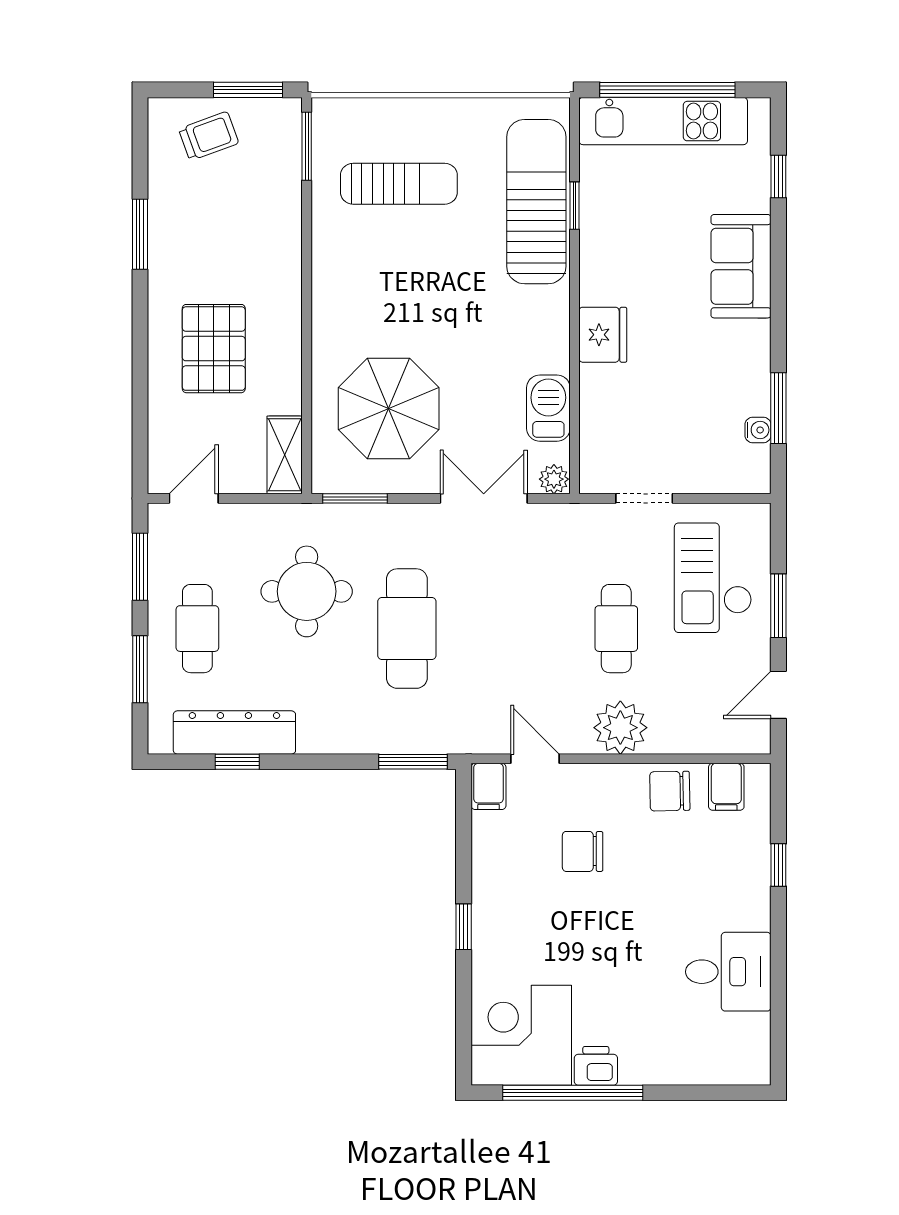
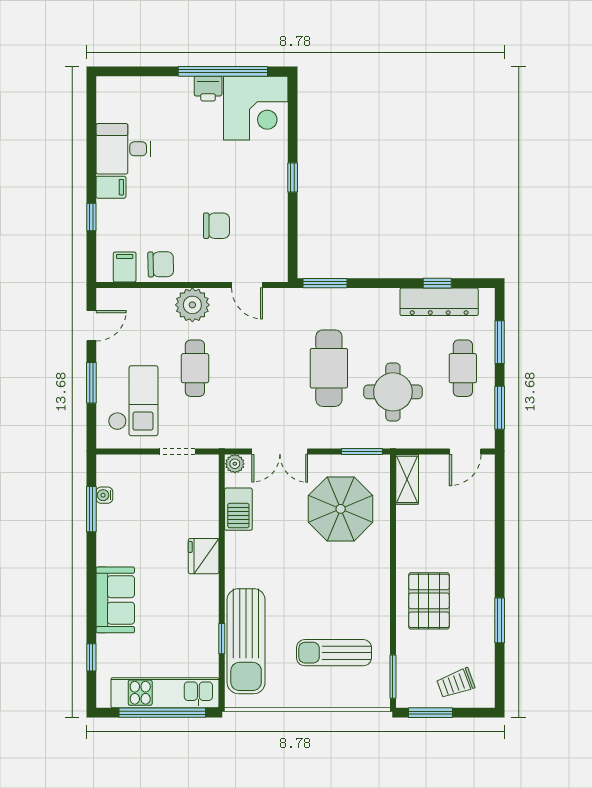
pallet: (214, 349) -> (429, 601), moved
filing cabinet: (489, 786) -> (111, 187), moved, turned 90

